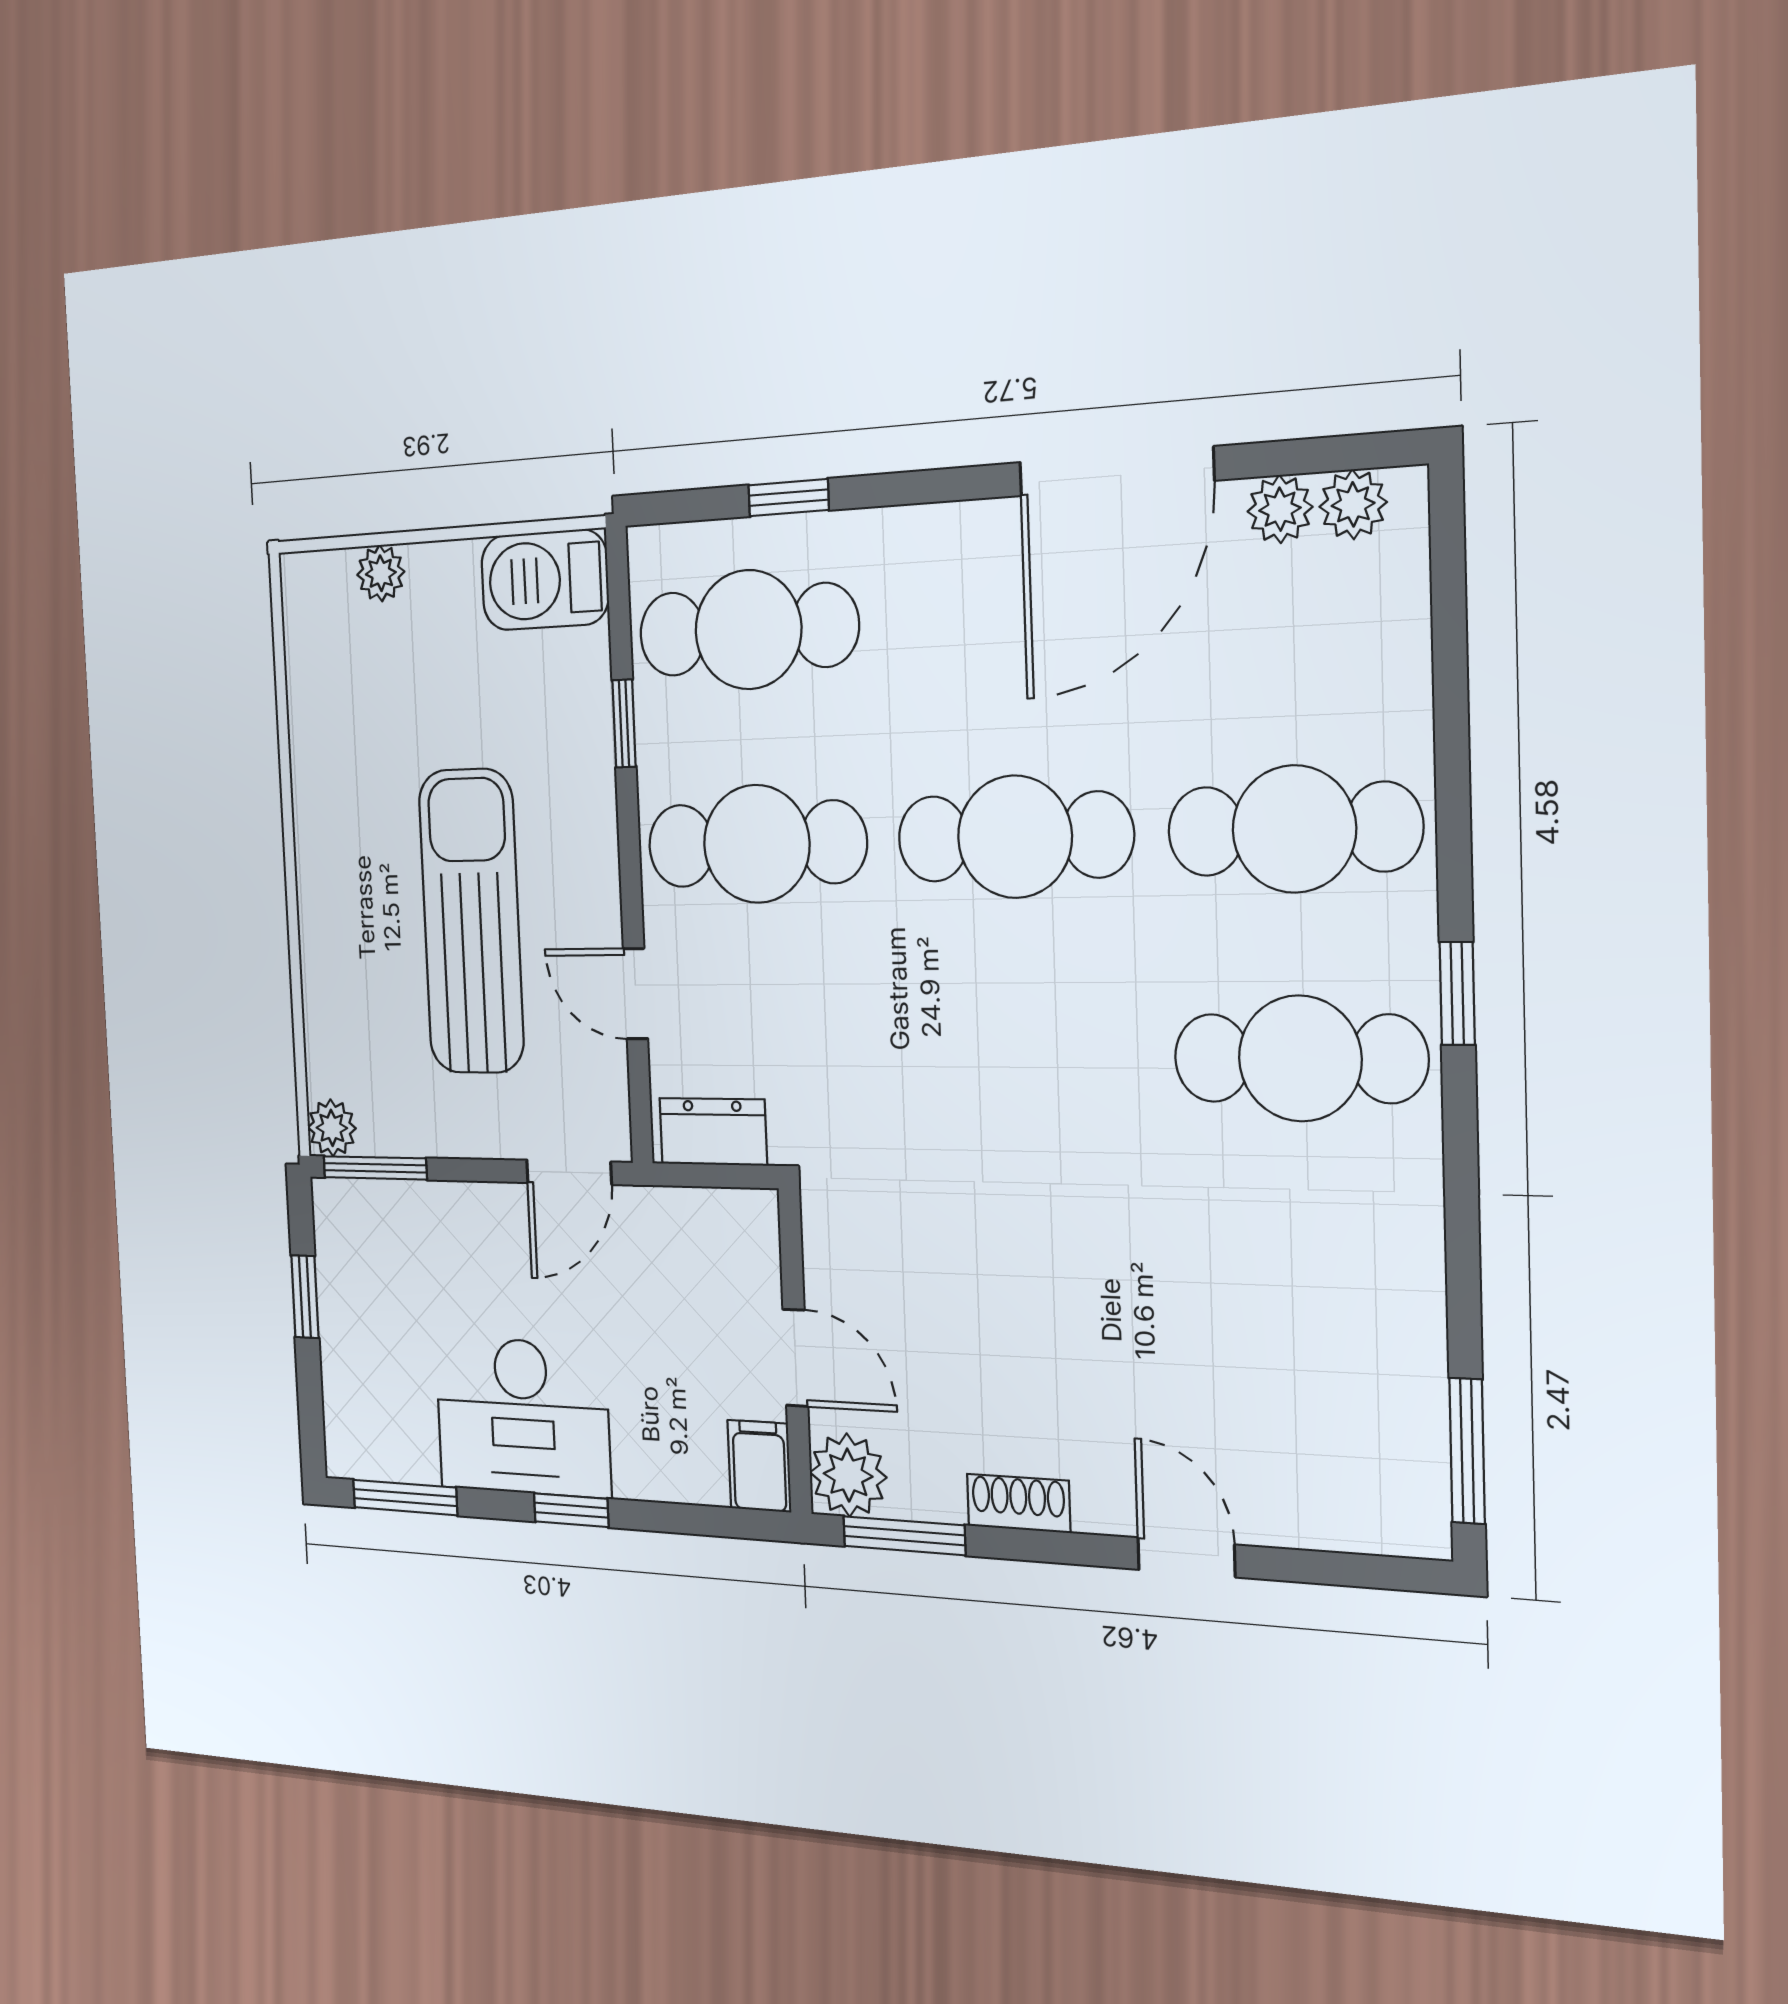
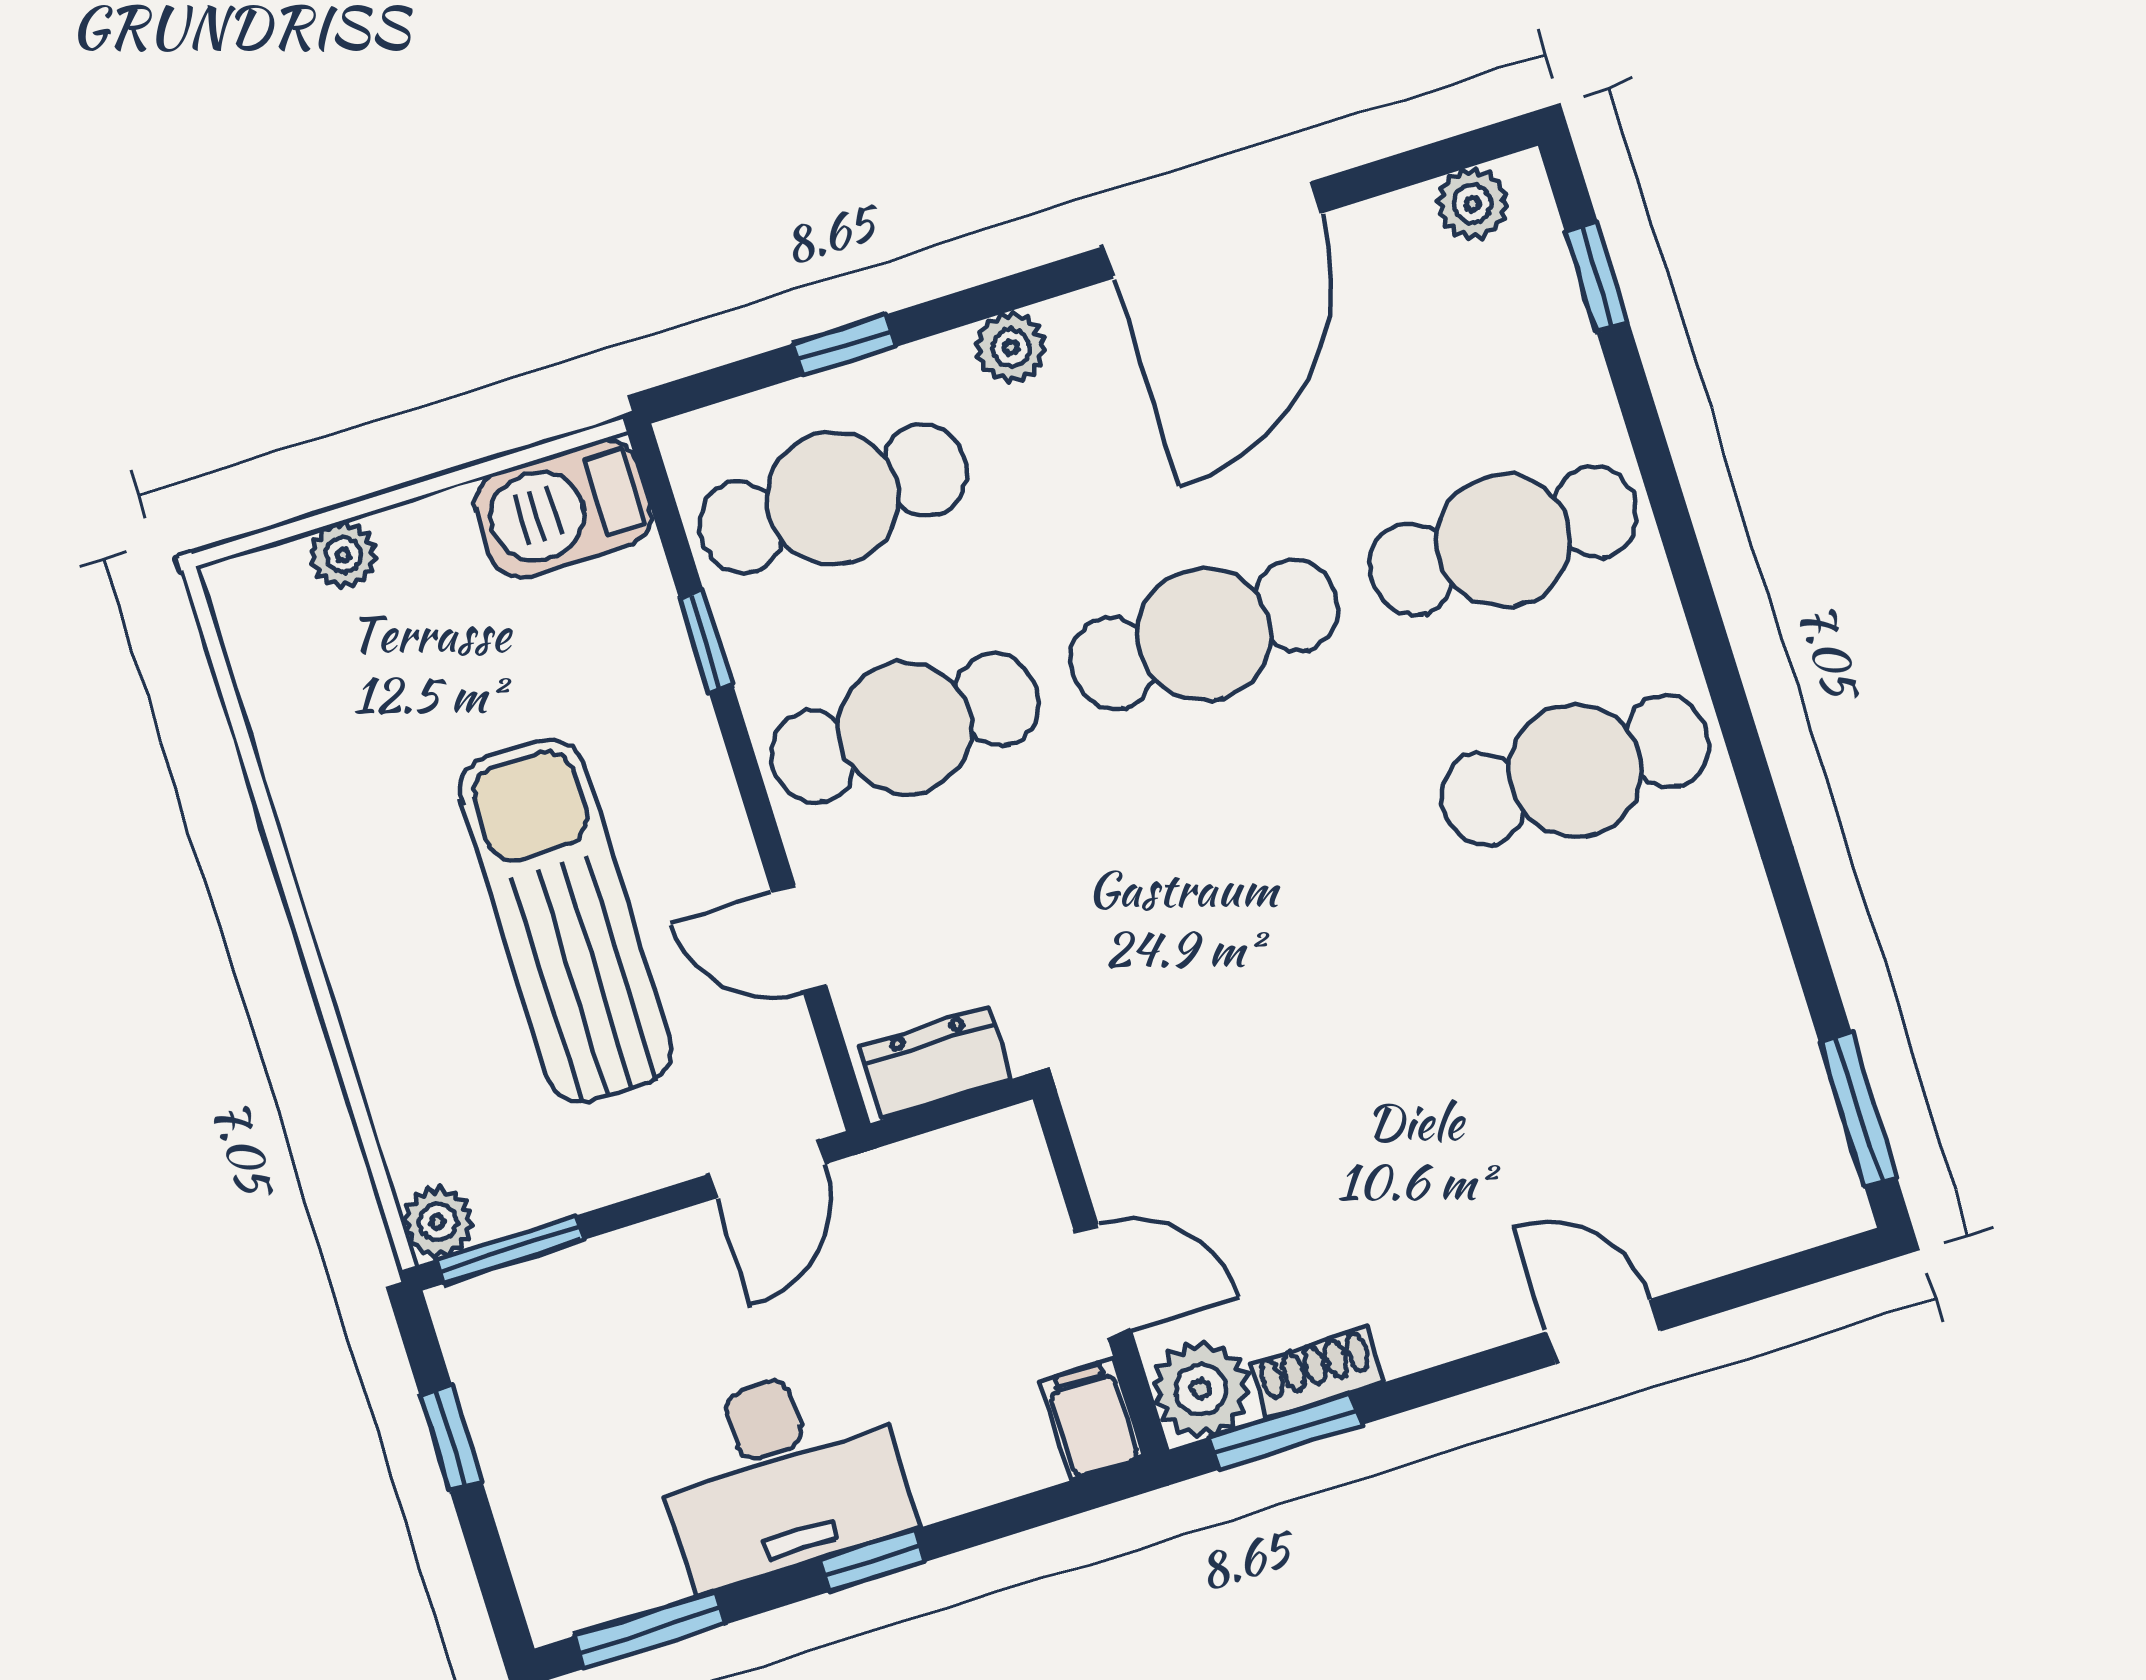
plant: (1280, 509) -> (1011, 348), moved
window: (1457, 993) -> (1597, 277), moved
shoe rack: (1018, 1503) -> (1317, 1372), moved

